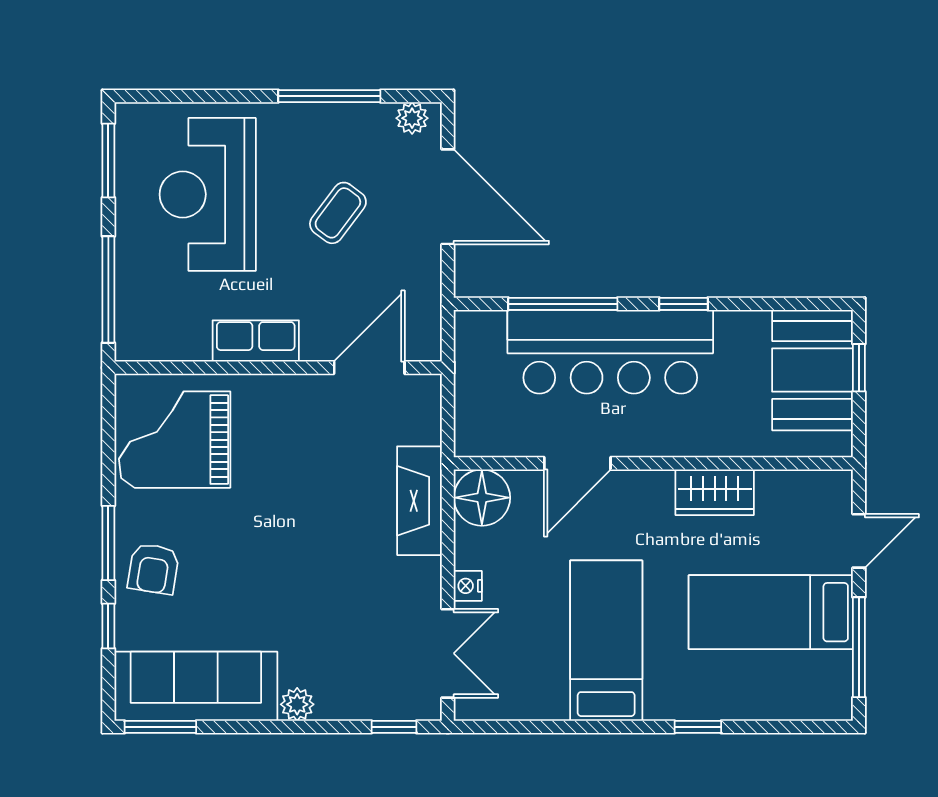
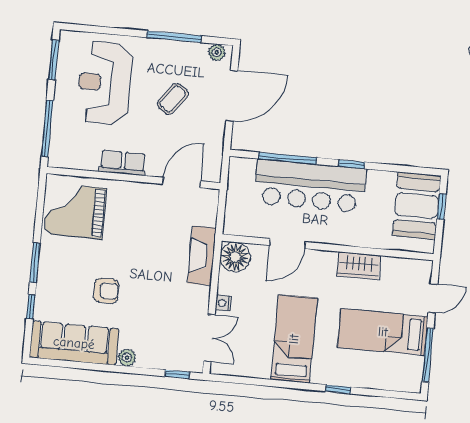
door: (448, 197) -> (232, 96), hinge flipped
armchair: (153, 569) -> (106, 291), moved, turned -99
window: (160, 727) -> (53, 363), removed

